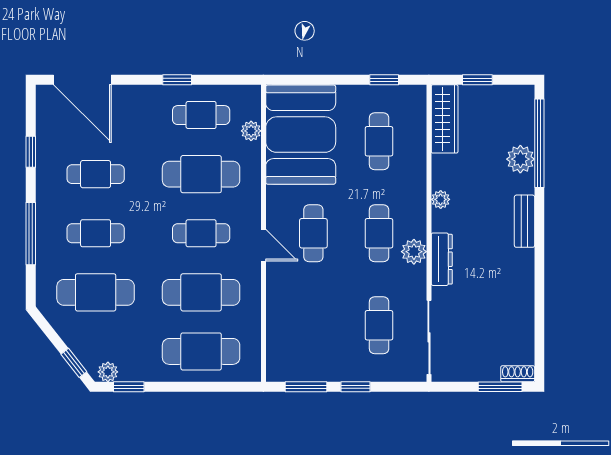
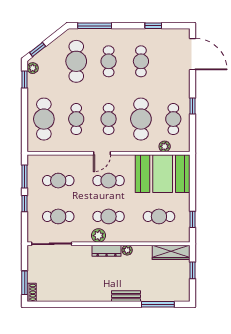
door: (82, 80) -> (193, 54), swing flipped
window: (539, 143) -> (158, 304), width x0.68
plant: (520, 159) -> (149, 294), removed
bench: (525, 221) -> (126, 296), moved
window: (31, 234) -> (95, 26), moved
dresser: (442, 259) -> (107, 251), moved
cafe table: (201, 292) -> (76, 119), width x0.73, depth x0.74
cafe table: (313, 325) -> (58, 181), added

